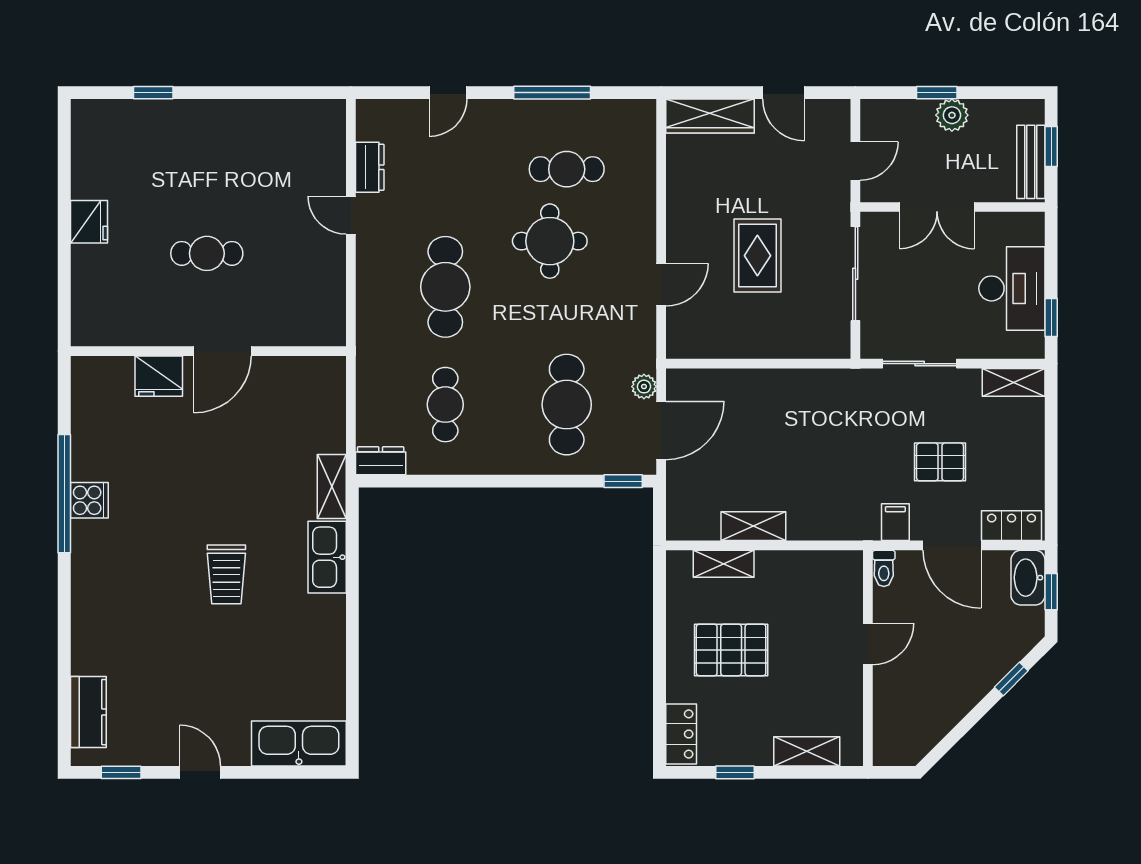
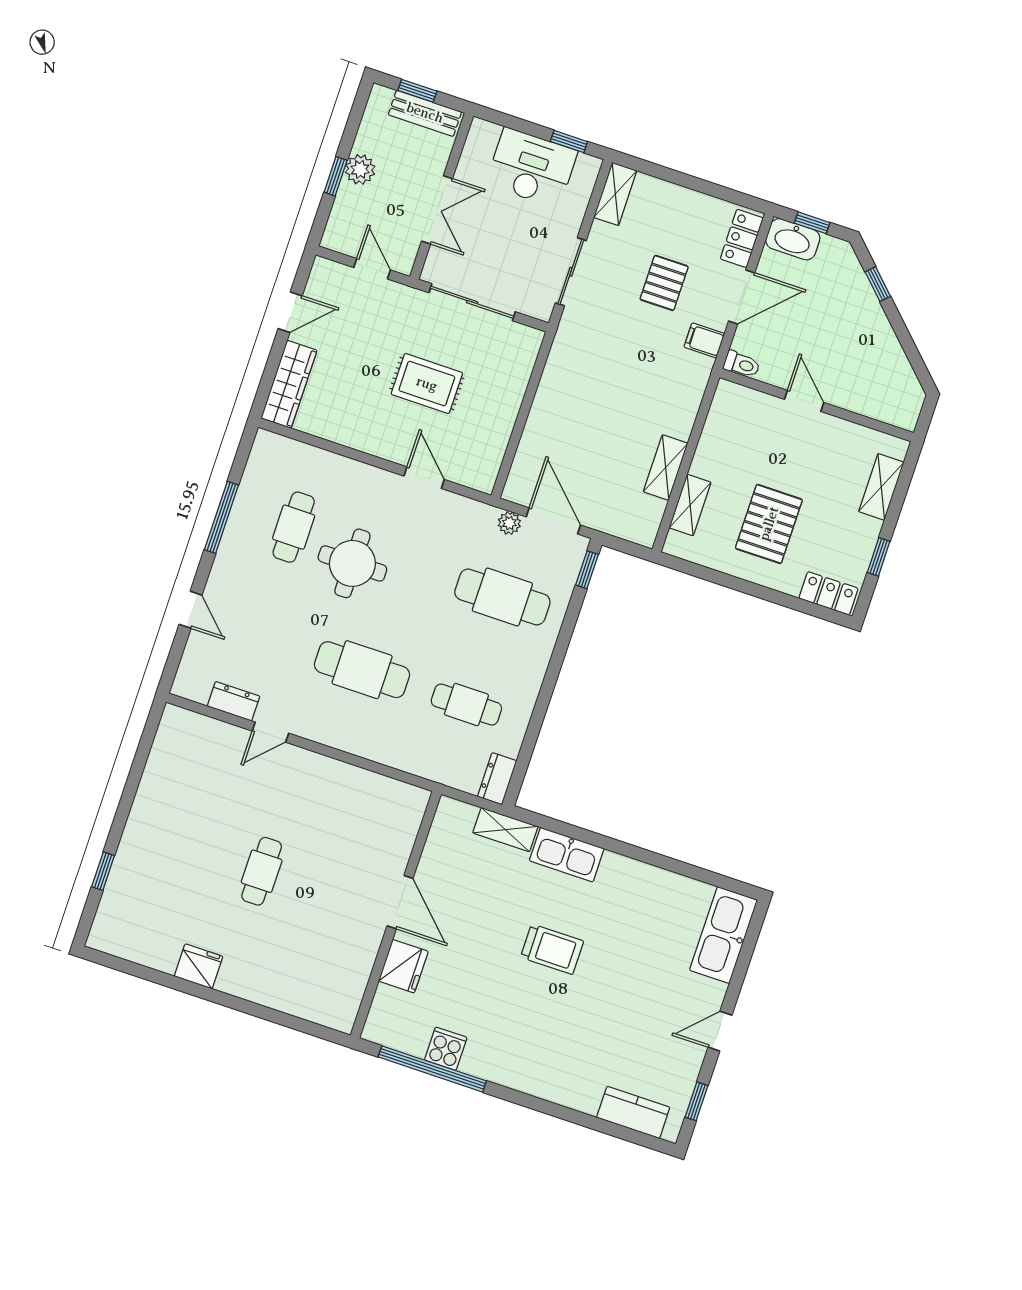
wall: (208, 351) -> (396, 915), moved
door: (223, 351) -> (400, 902), moved
fridge: (159, 376) -> (403, 966), moved

